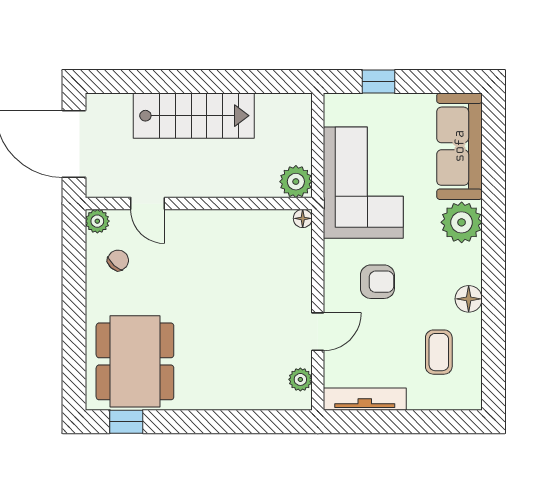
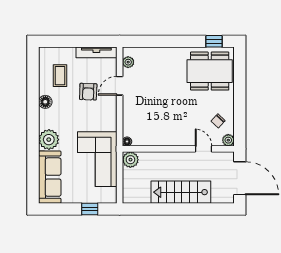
armchair: (377, 282) -> (88, 92), moved, turned -88
dining table: (135, 361) -> (210, 71), turned 90

